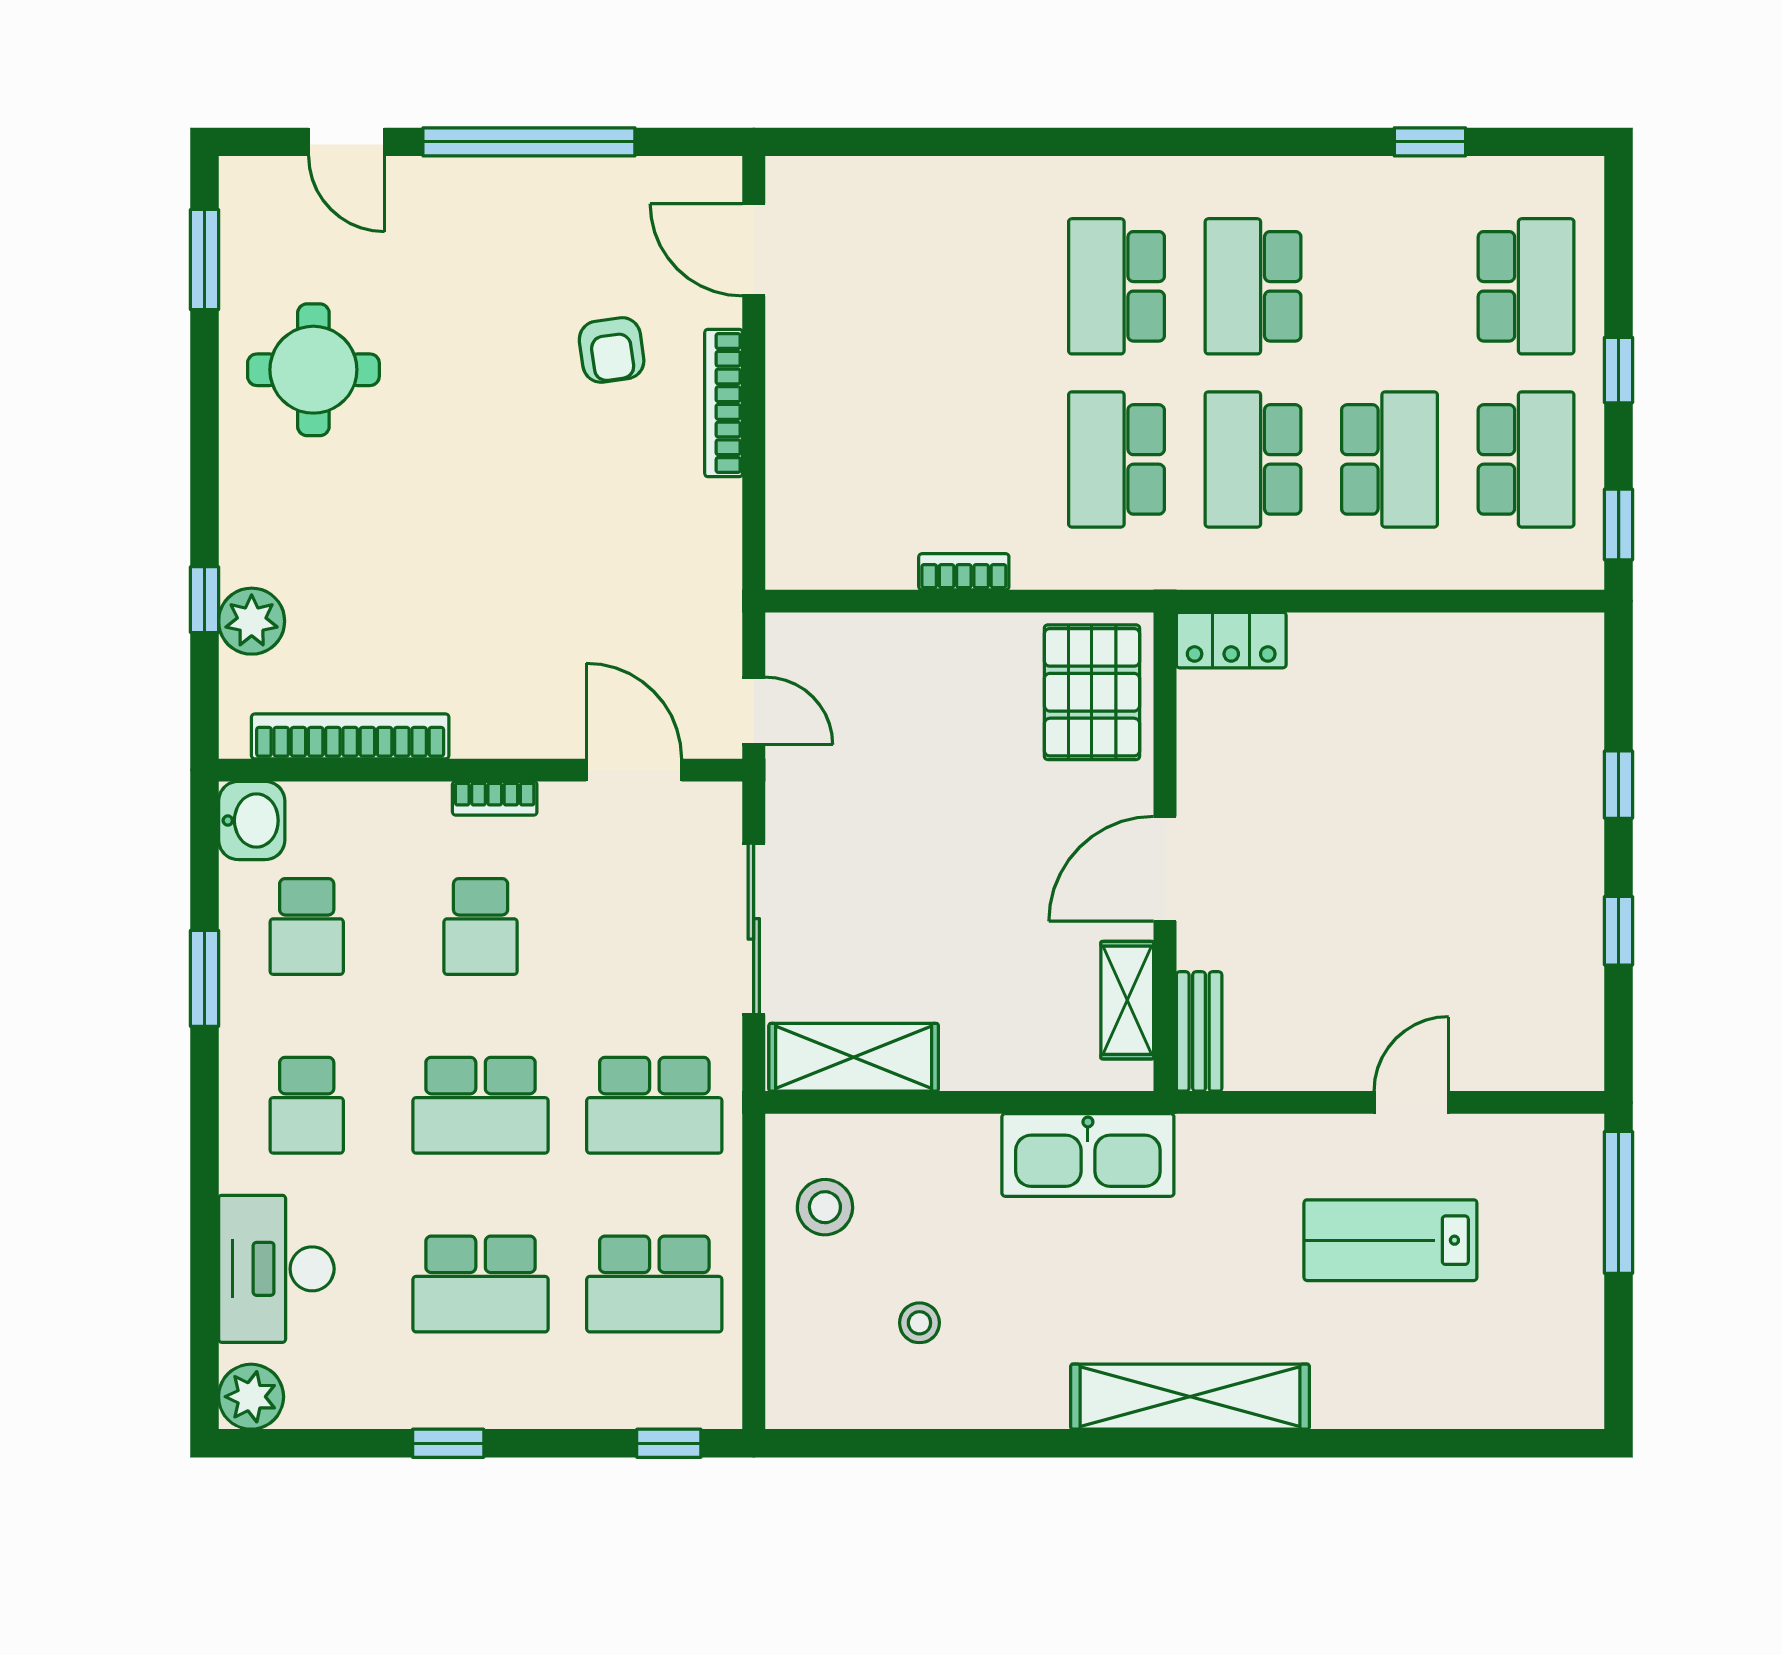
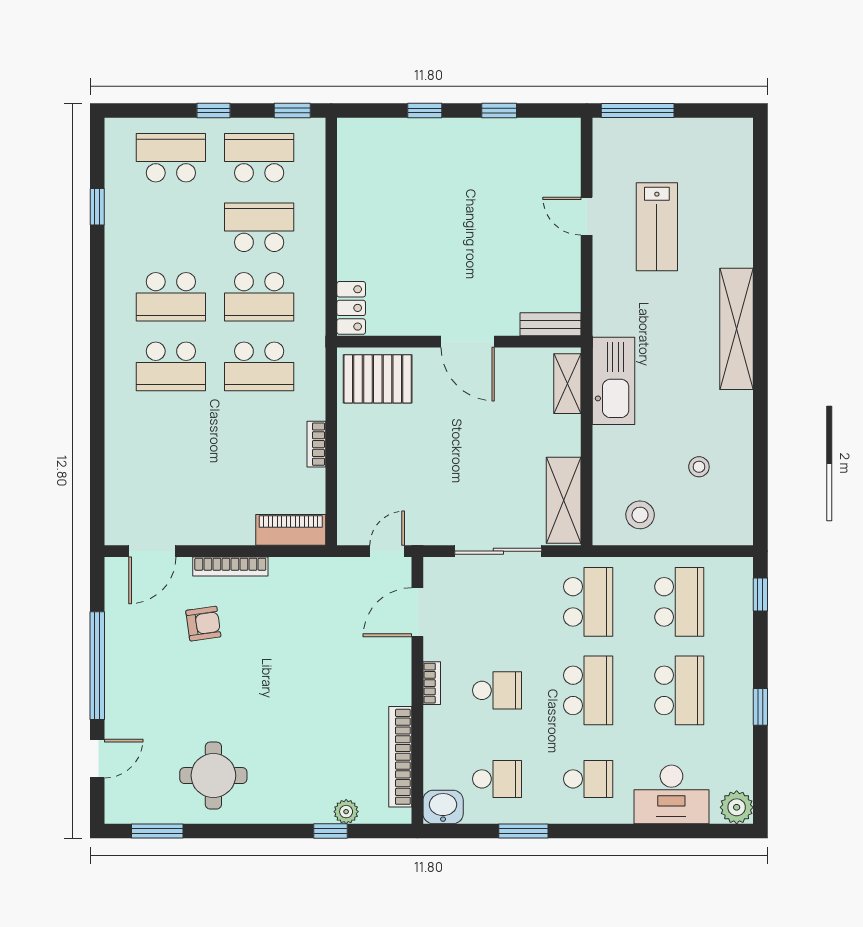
piano: (796, 522) -> (291, 530), added
plant: (252, 621) -> (346, 812), width x0.73, depth x0.73
shelving: (1127, 1000) -> (567, 384), moved, turned 90

